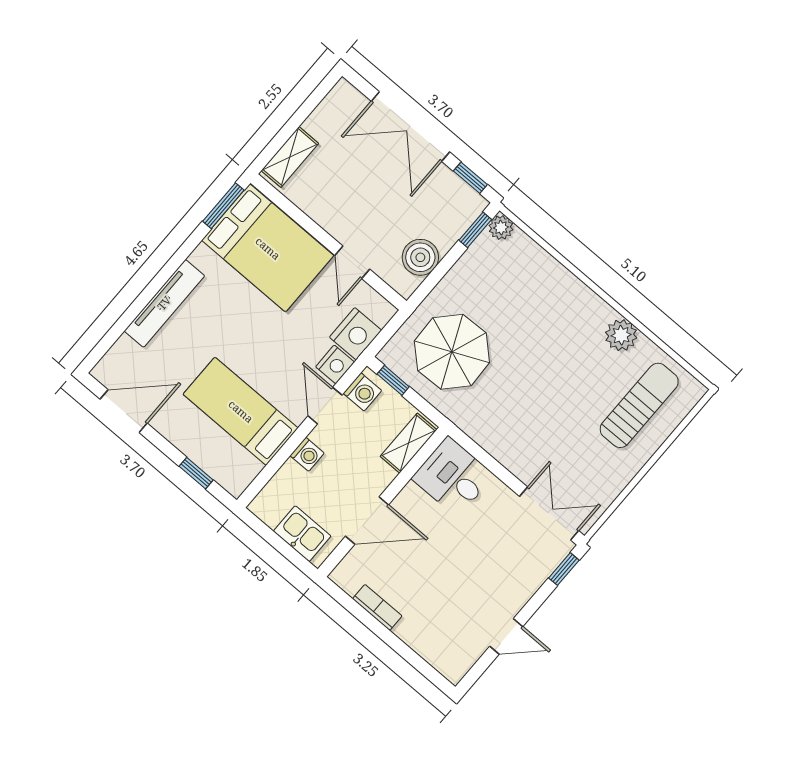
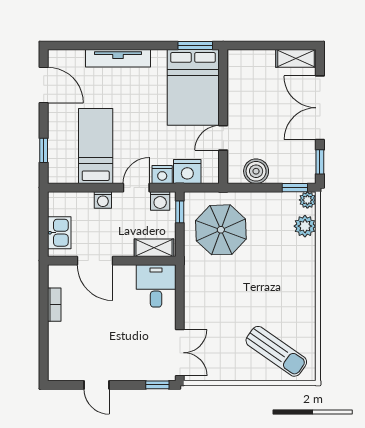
shelving: (290, 157) -> (296, 58), moved
plant: (621, 335) -> (305, 226), moved
sun lounger: (639, 405) -> (276, 351), turned 35

